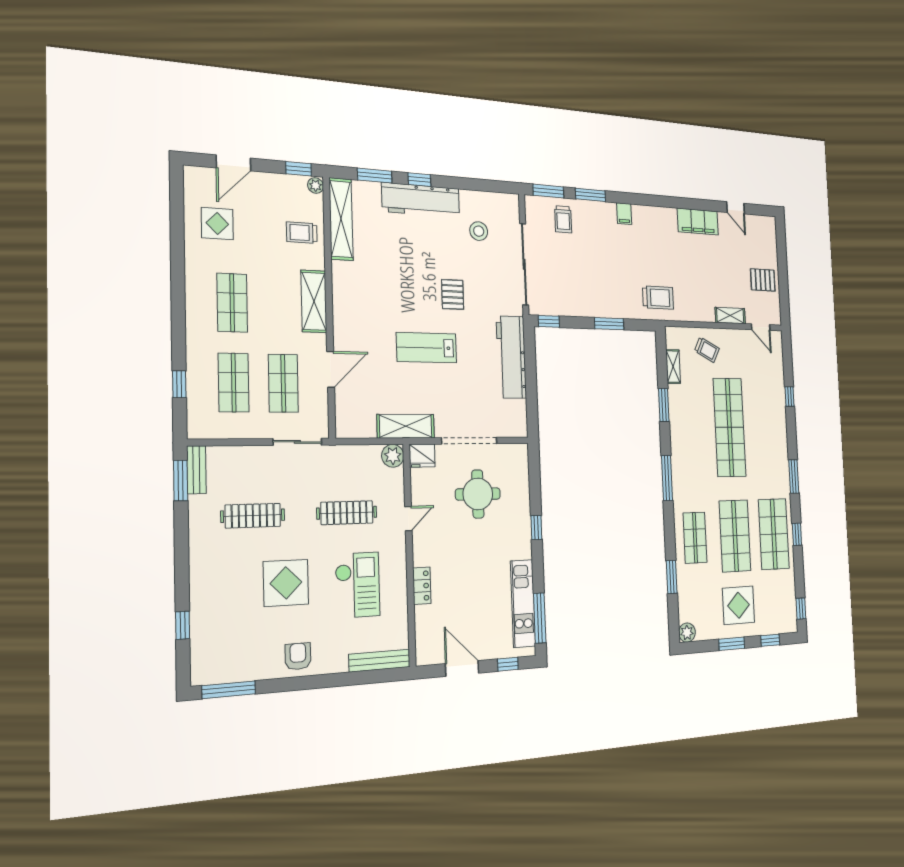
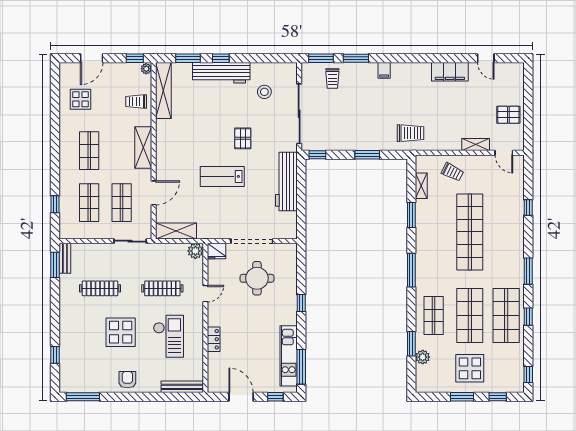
shelving: (406, 426) -> (176, 231), moved
plant: (687, 633) -> (423, 357), moved

